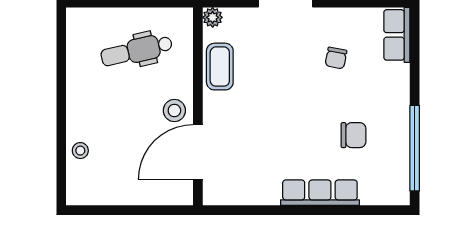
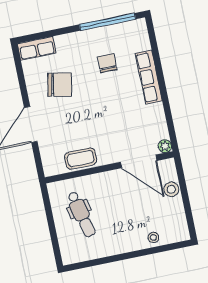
plant: (213, 17) -> (165, 146), moved
chair: (336, 58) -> (60, 85), width x1.87, depth x1.87
stool: (174, 111) -> (171, 189), moved

